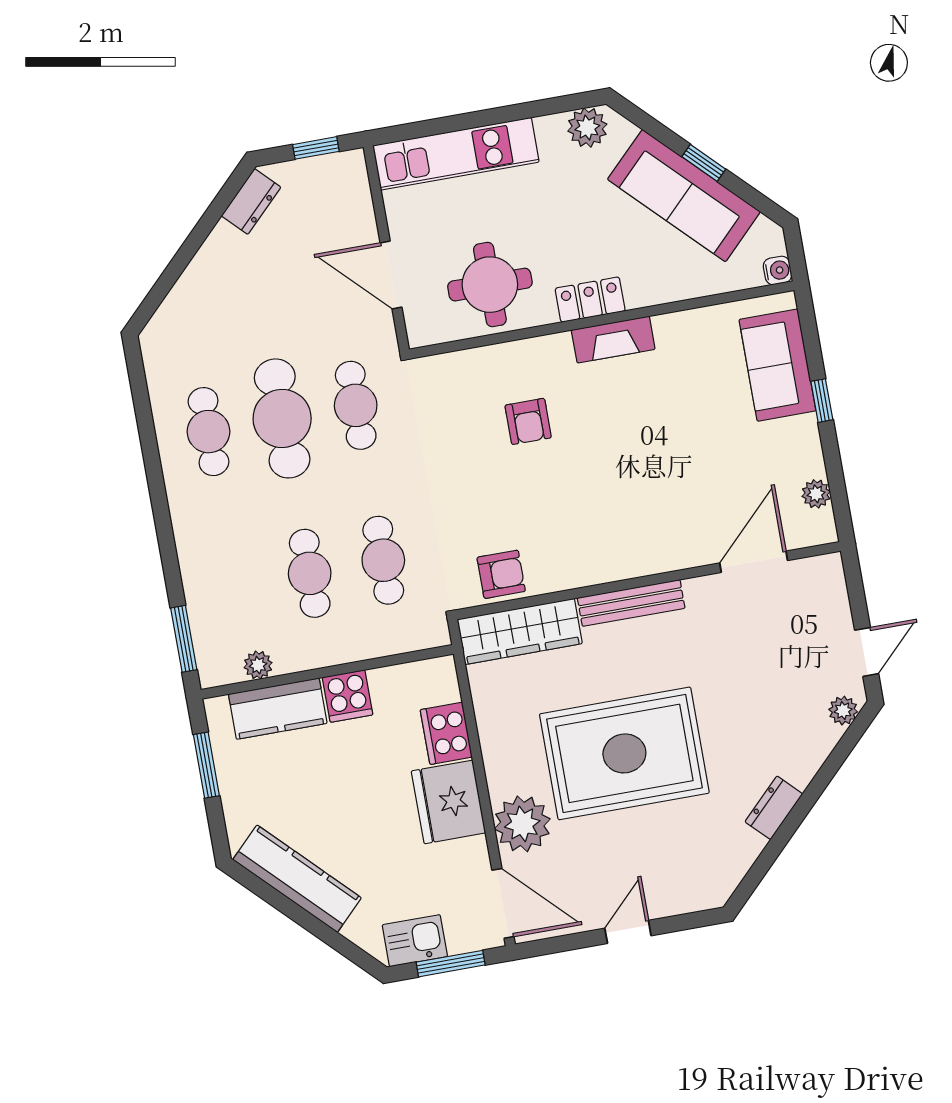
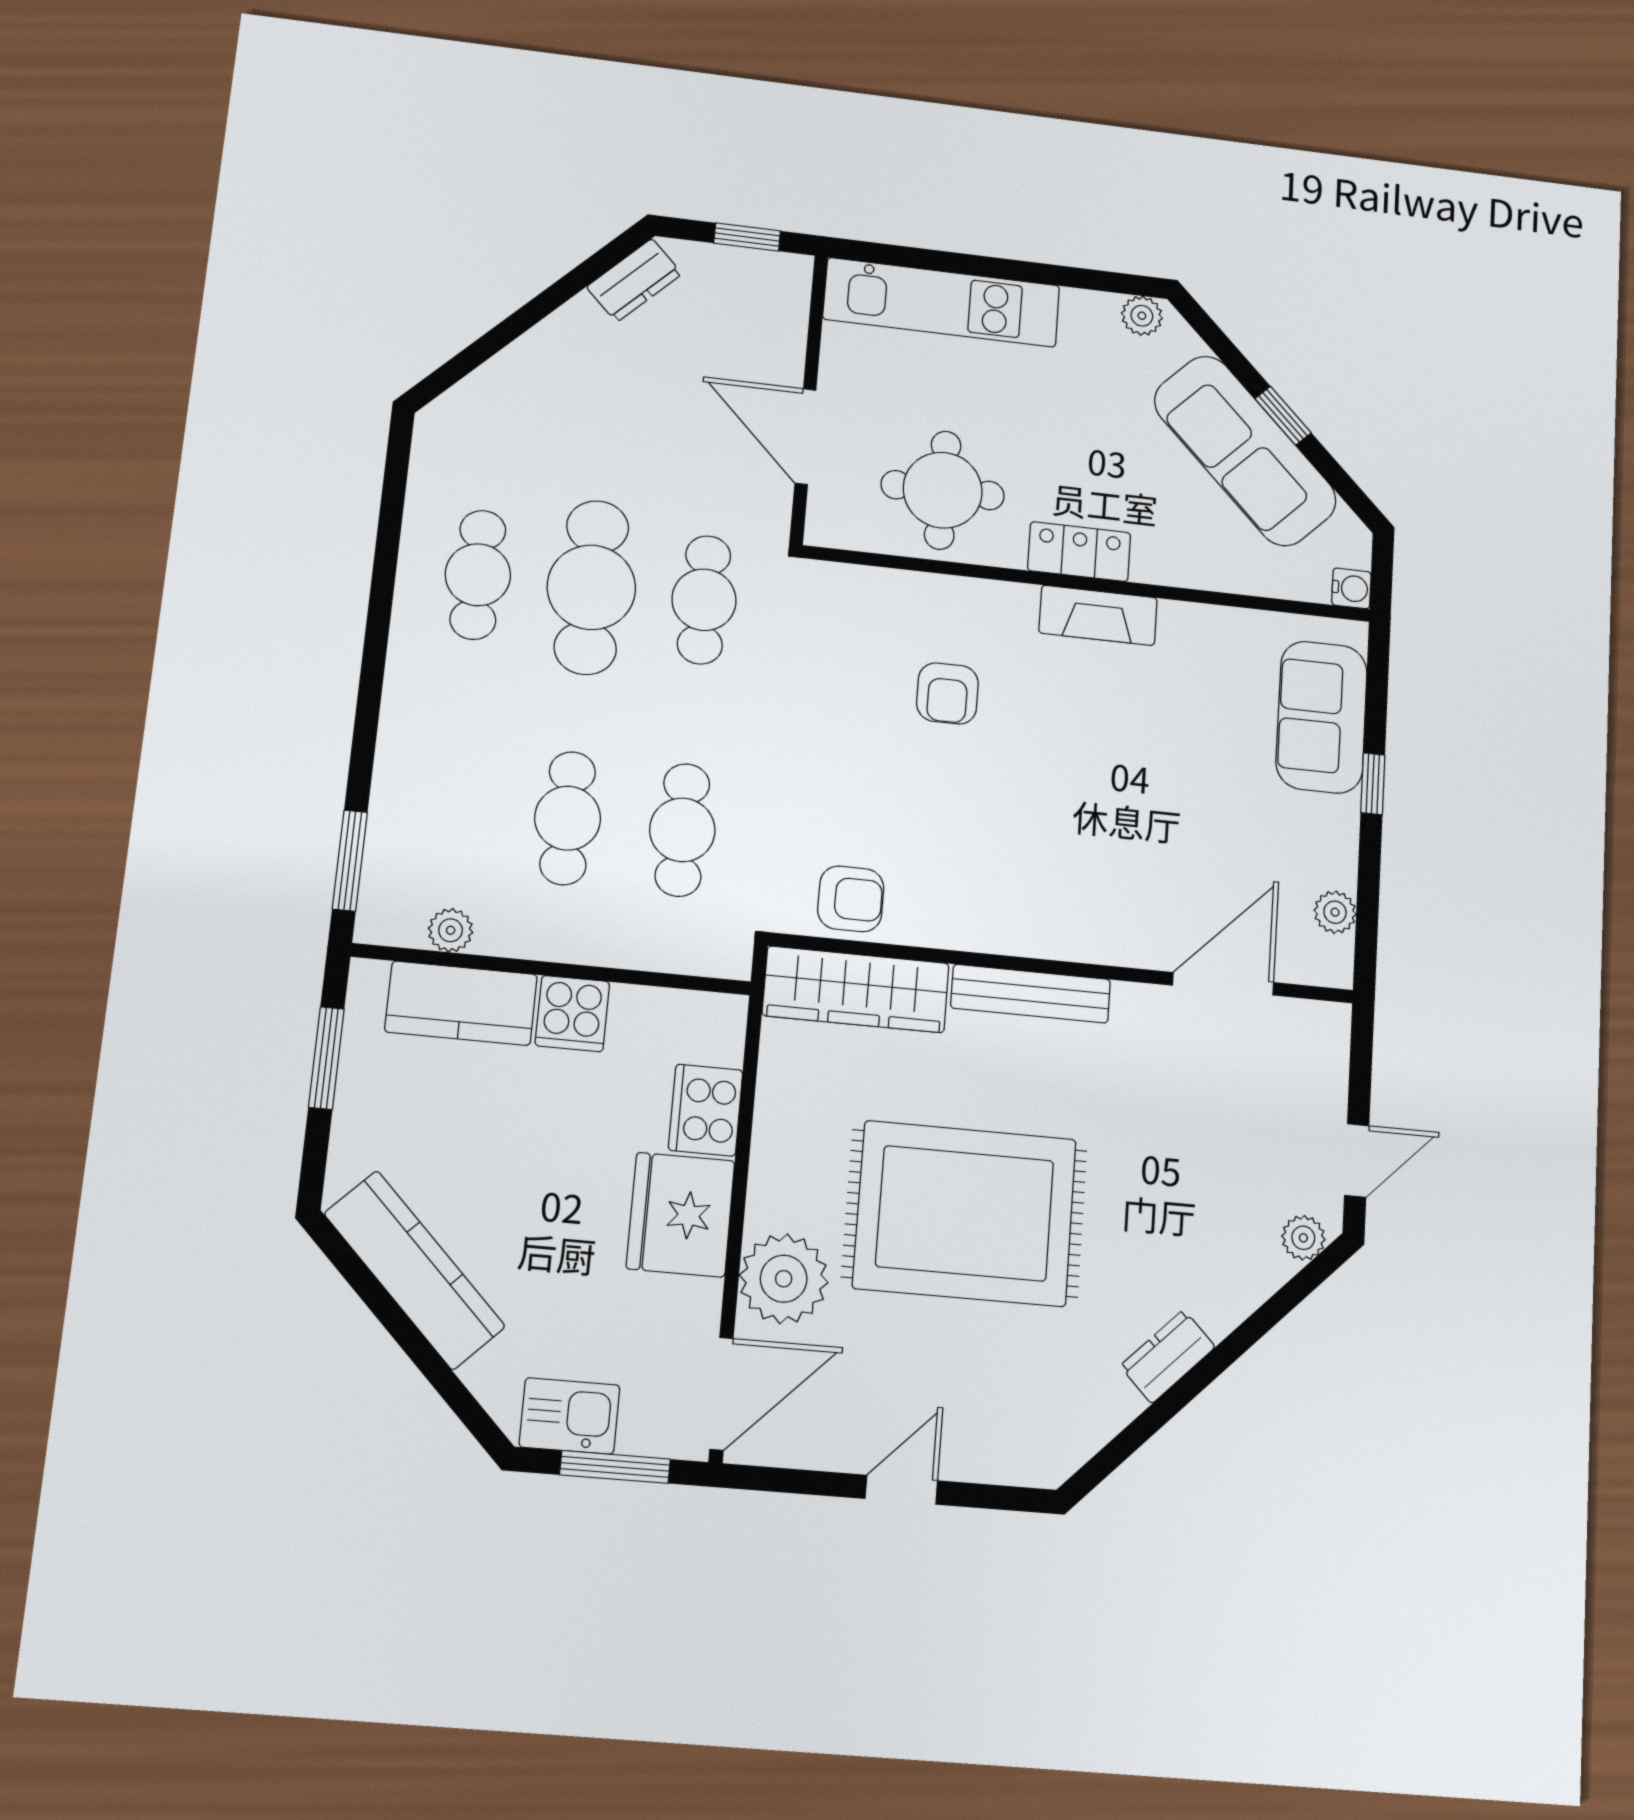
plant: (587, 128) -> (1142, 316), width x0.73, depth x0.73
door: (503, 903) -> (722, 1394), hinge flipped

